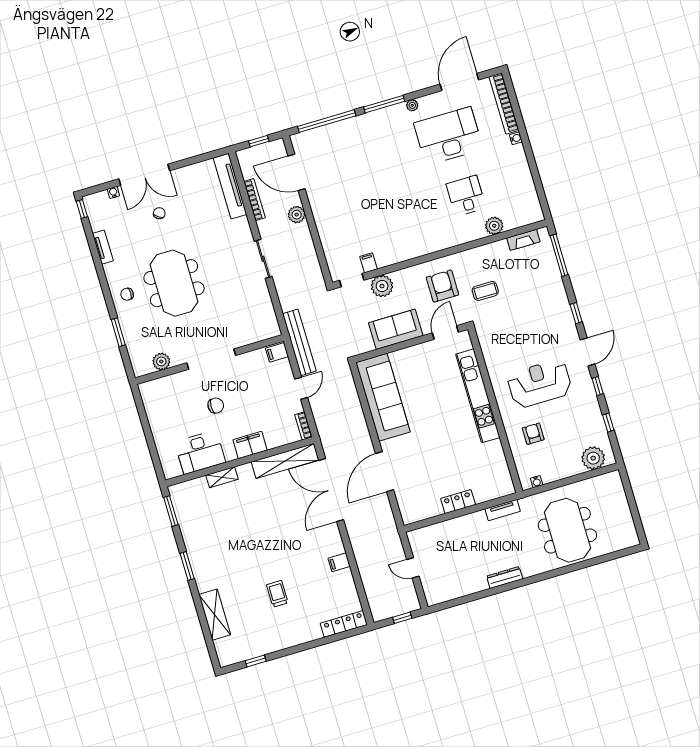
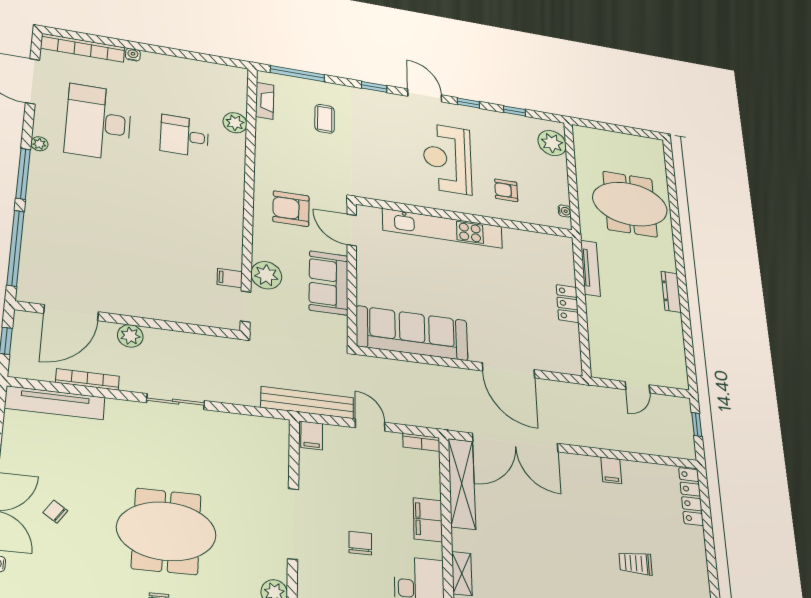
coffee table: (485, 291) -> (325, 119), moved
tv unit: (503, 510) -> (590, 268), width x1.41

